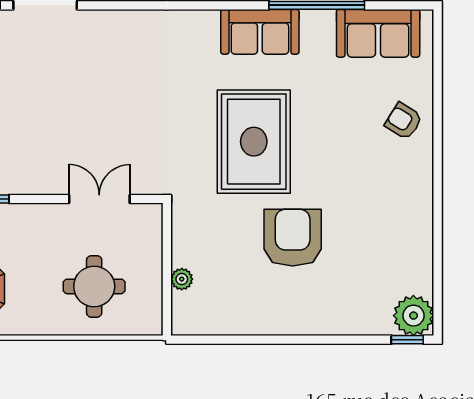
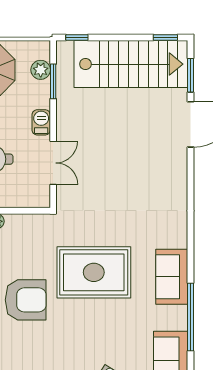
barbecue: (42, 216) -> (41, 122), added

